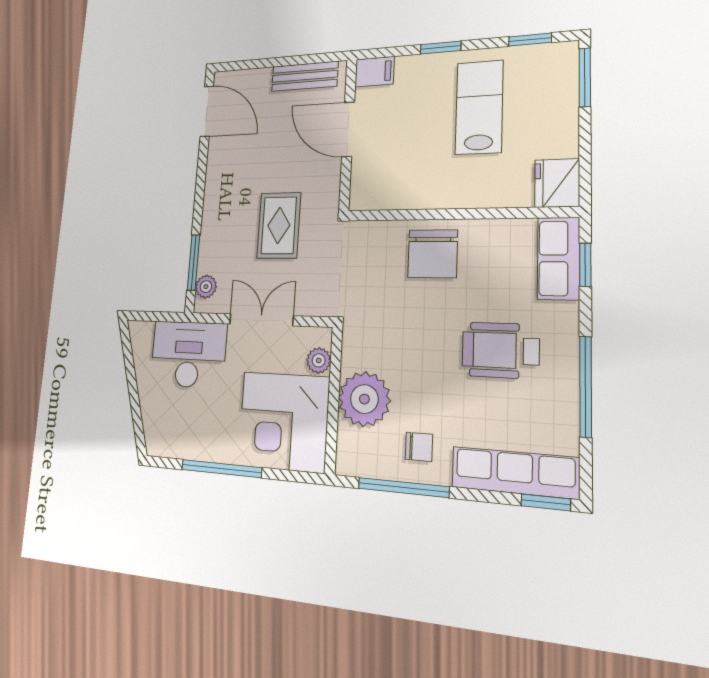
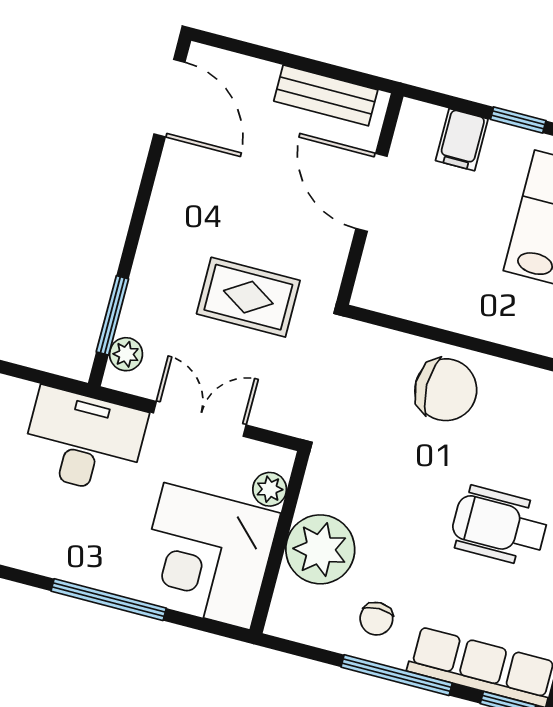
filing cabinet: (375, 72) -> (462, 140), moved, turned 90
rug: (279, 225) -> (248, 297), turned 90
chair: (433, 254) -> (446, 390), turned -90
chair: (419, 447) -> (376, 619), turned 90
window: (403, 488) -> (397, 675), moved

